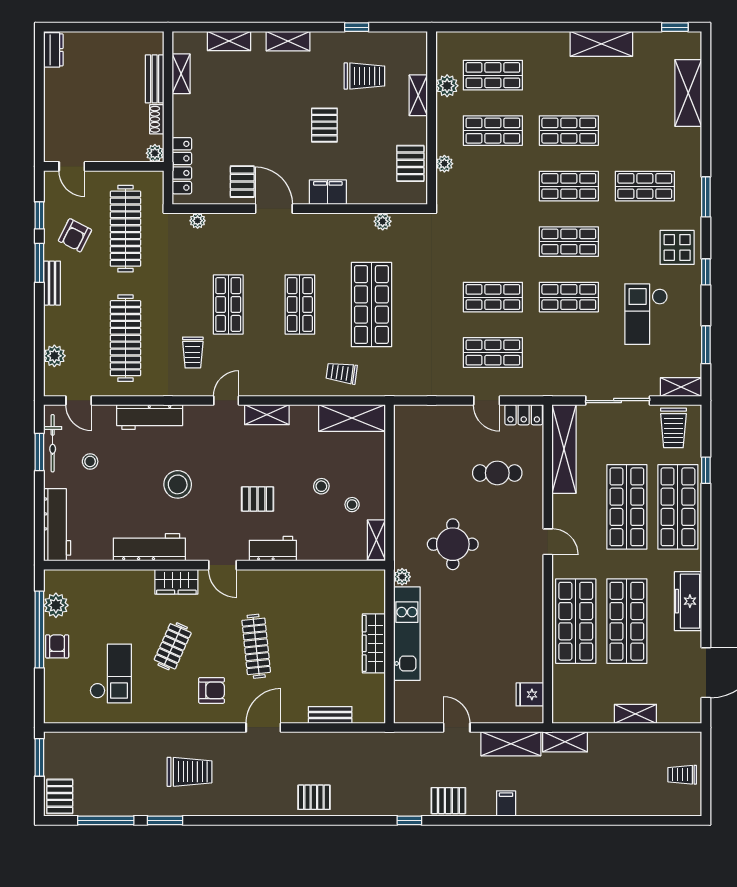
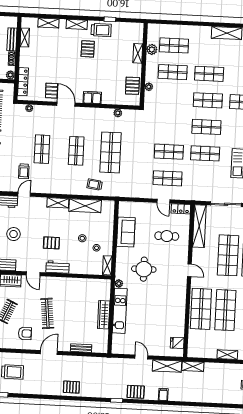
trolley: (364, 76) -> (101, 30), moved
pallet: (324, 125) -> (88, 49), moved
door: (226, 401) -> (24, 194), moved
shelving: (352, 418) -> (85, 206), moved
sofa: (412, 469) -> (126, 232), added

